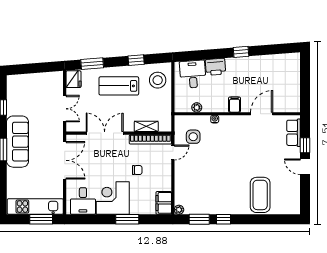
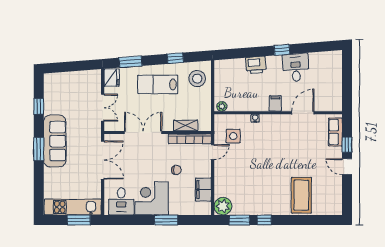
desk: (193, 74) -> (296, 68), moved
plant: (197, 107) -> (222, 106), moved
filing cabinet: (164, 203) -> (203, 190), moved
plant: (179, 210) -> (223, 206), width x1.87, depth x1.87

